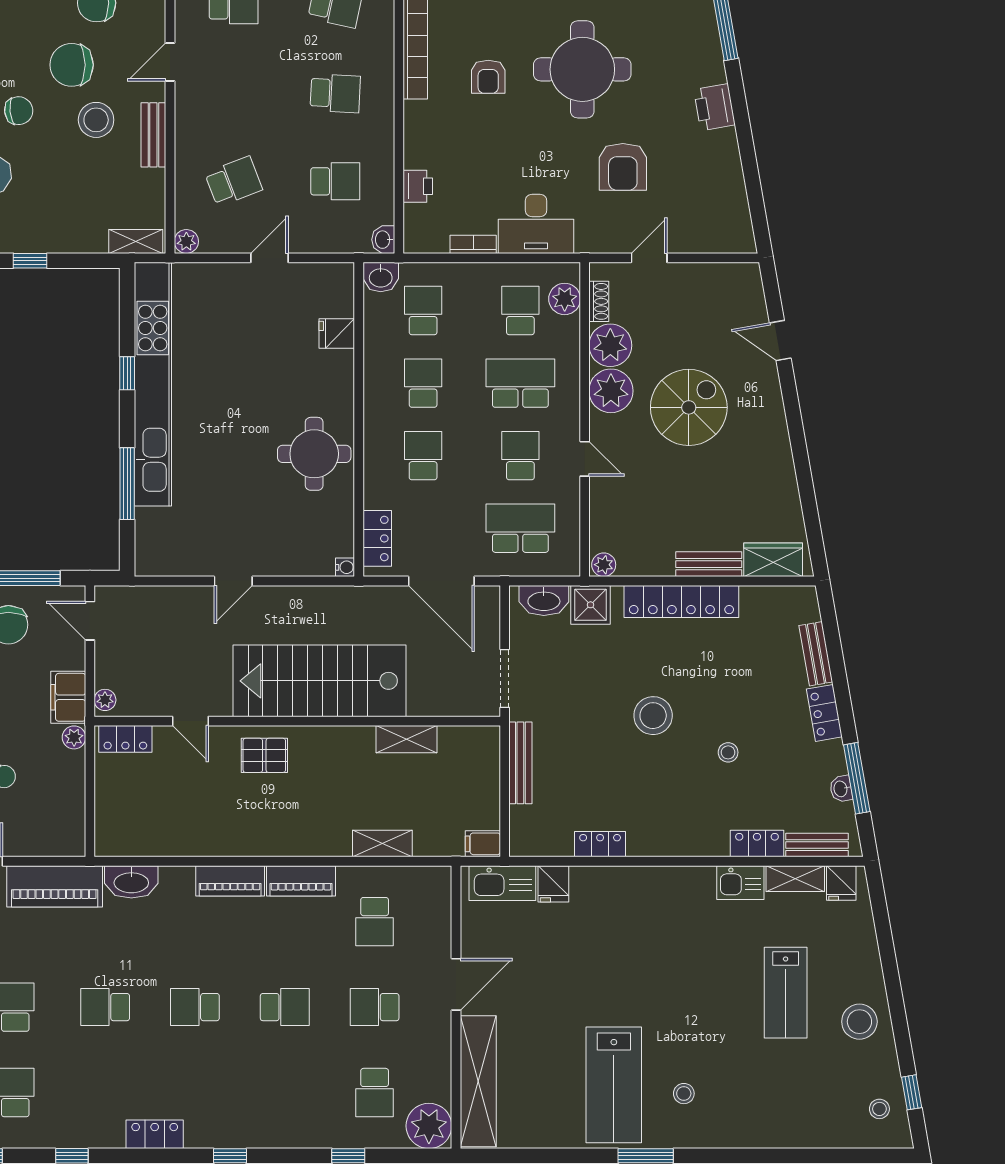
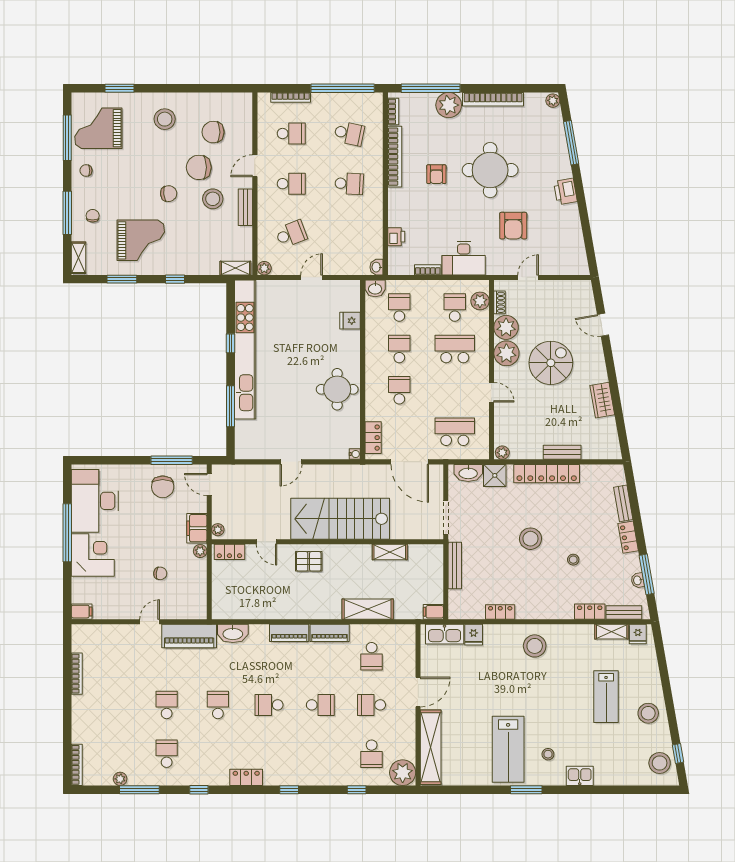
school desk: (335, 181) -> (291, 184), moved
school desk: (520, 456) -> (455, 390), removed
wardrobe: (773, 560) -> (602, 400), moved, turned -100
shelving: (382, 844) -> (368, 609), width x1.50, depth x1.33
kitchen sink: (740, 883) -> (580, 776), moved, turned 180
stool: (660, 904) -> (535, 646), added
school desk: (105, 1007) -> (218, 705), turned 90
stool: (879, 1109) -> (660, 763), width x1.89, depth x1.89

